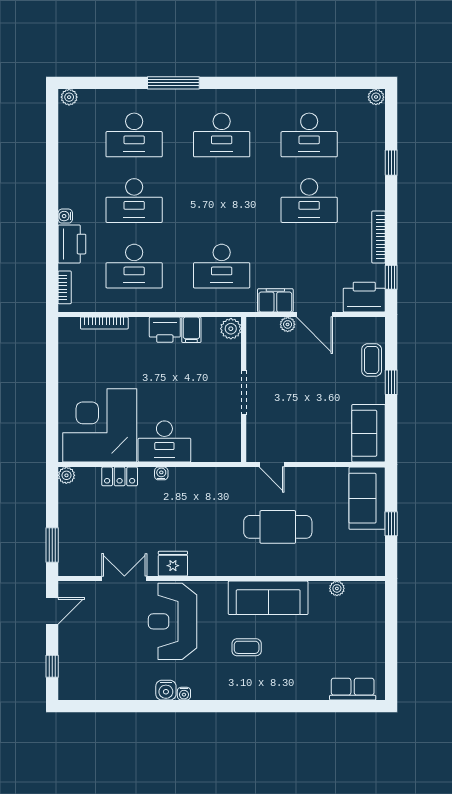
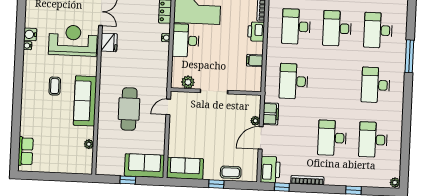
plant: (231, 329) -> (188, 82), moved
printer: (165, 330) -> (256, 32), moved

